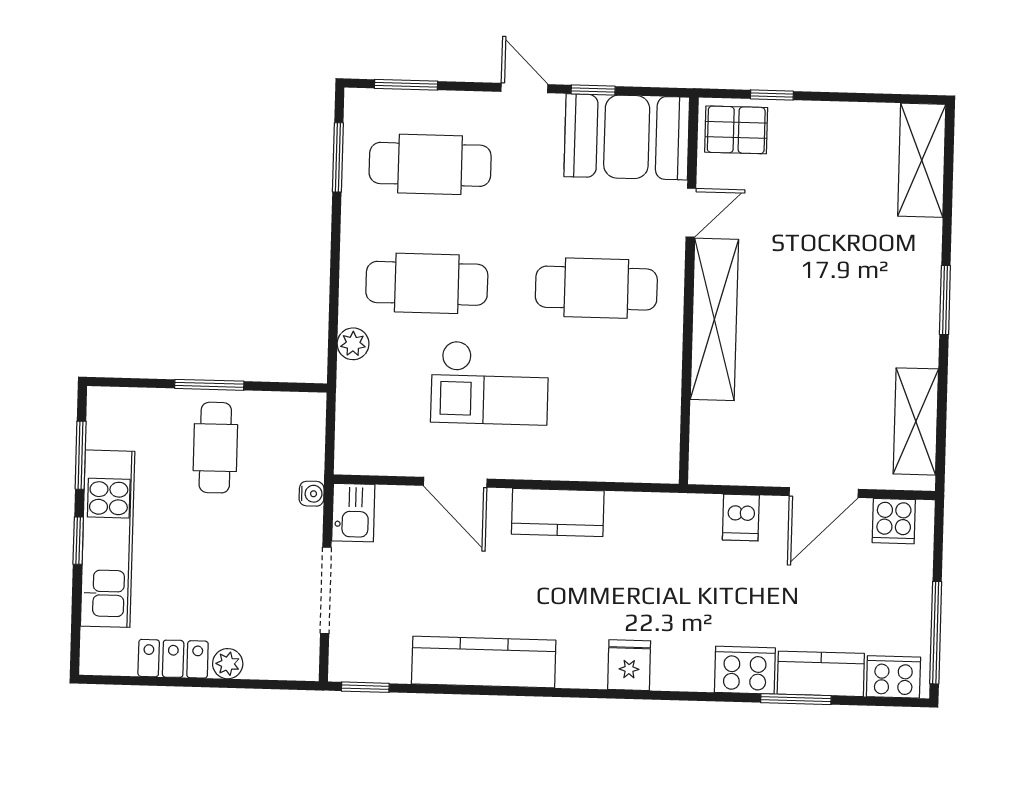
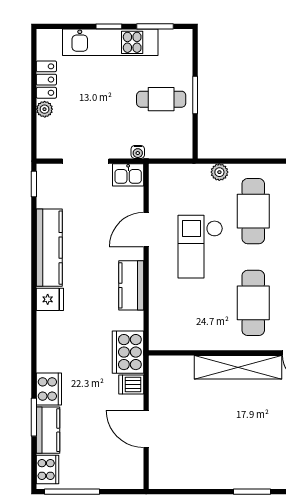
shelving: (916, 421) -> (186, 478), removed
cooker: (894, 521) -> (128, 352), moved, width x1.87, depth x1.31
fridge: (629, 665) -> (50, 299), moved

